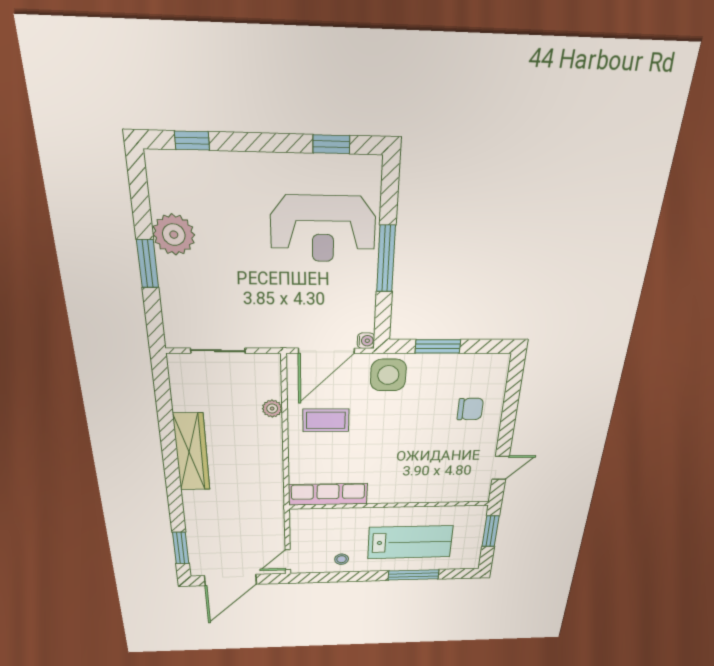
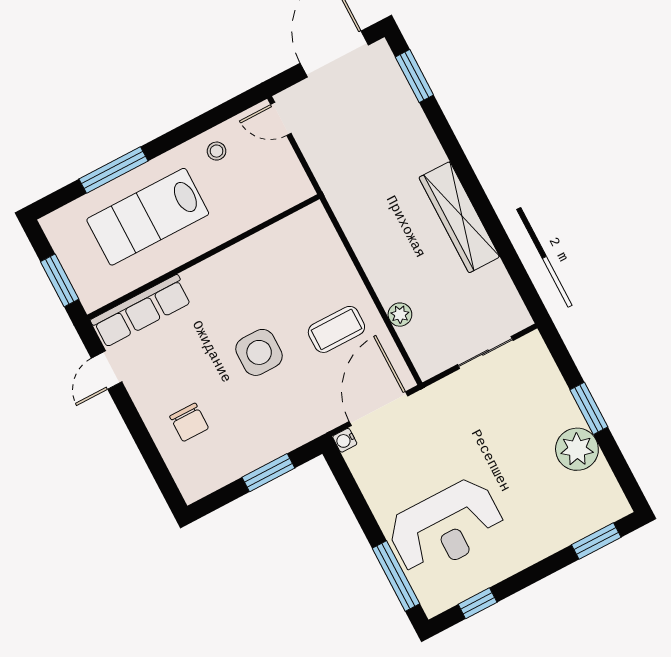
window: (192, 141) -> (596, 541), width x1.50
reception desk: (323, 229) -> (446, 527), turned 180
window: (386, 259) -> (396, 576), moved
side table: (388, 375) -> (259, 352), moved
chair: (470, 409) -> (189, 422), turned -90
row of seats: (328, 494) -> (141, 311), moved
door: (288, 560) -> (281, 119), swing flipped

